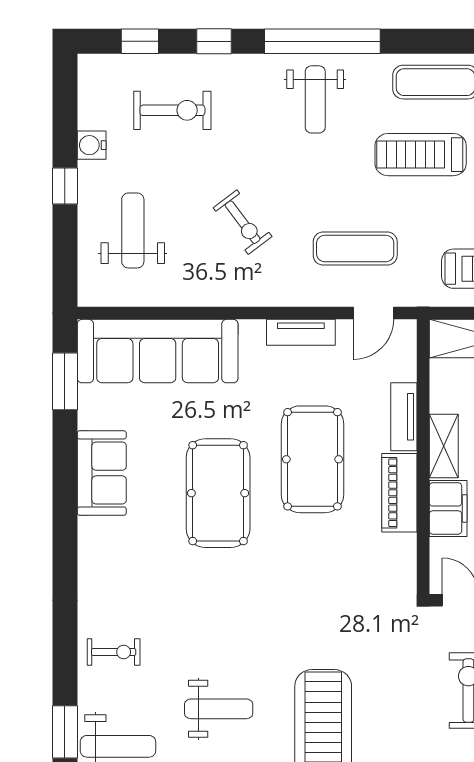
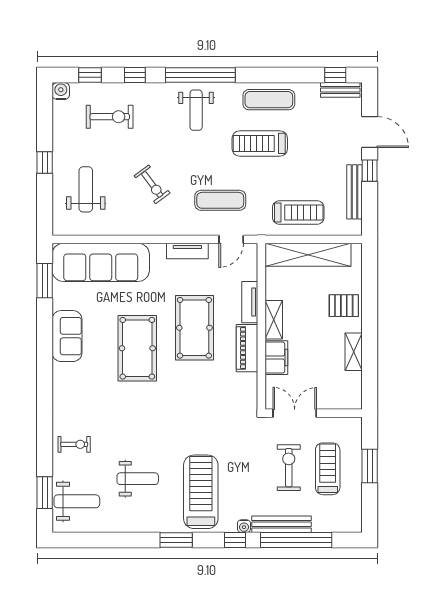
water cooler: (92, 145) -> (61, 91), moved, turned 90

